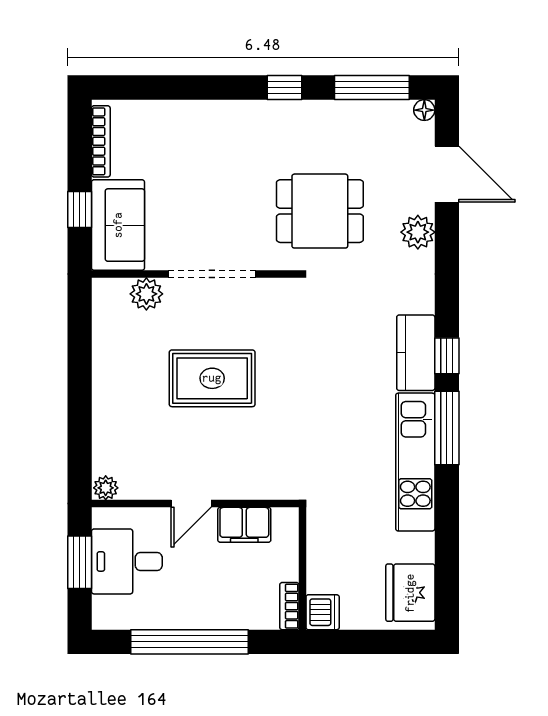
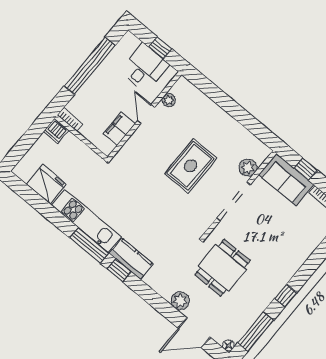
plant: (106, 488) -> (169, 100), moved
window: (80, 562) -> (160, 48), width x0.67
fridge: (410, 593) -> (47, 184), moved

